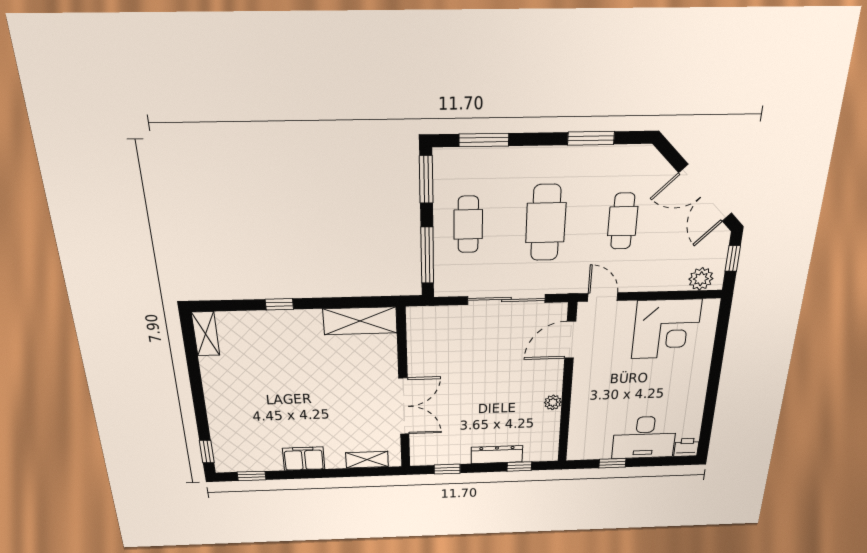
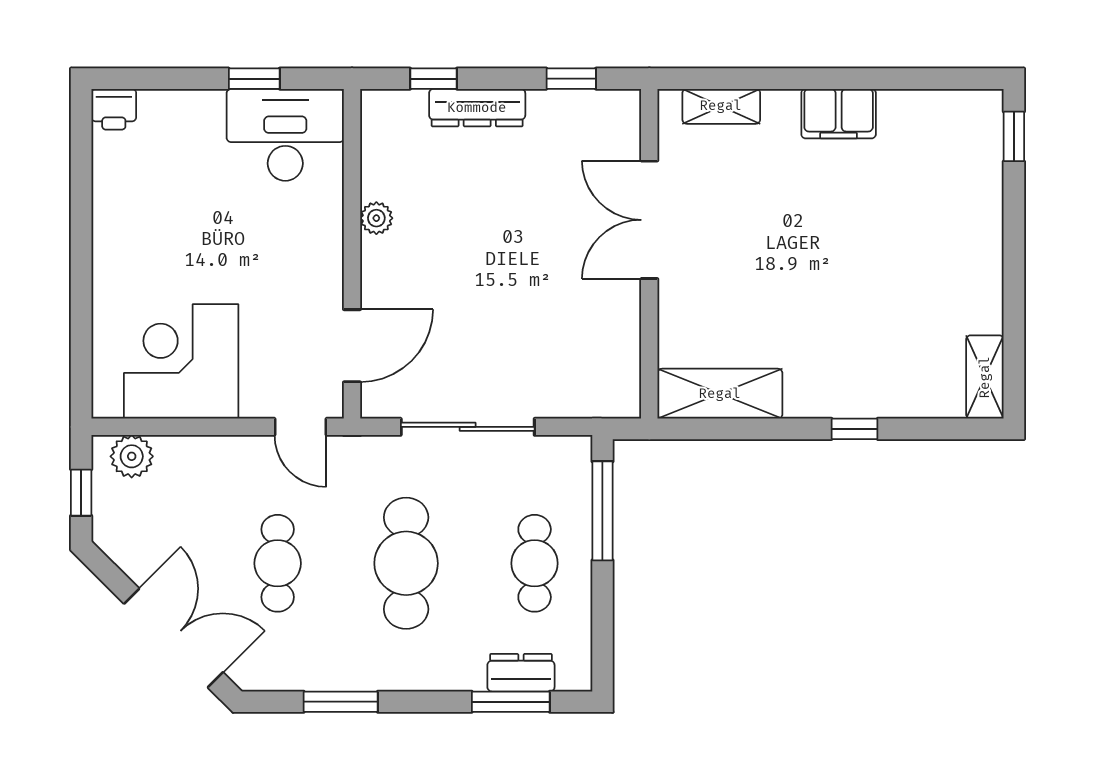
dresser: (477, 158) -> (521, 673), added
window: (426, 179) -> (602, 640), removed
double door: (705, 193) -> (173, 638), moved
desk: (644, 437) -> (285, 135), moved
window: (252, 476) -> (938, 79), removed

